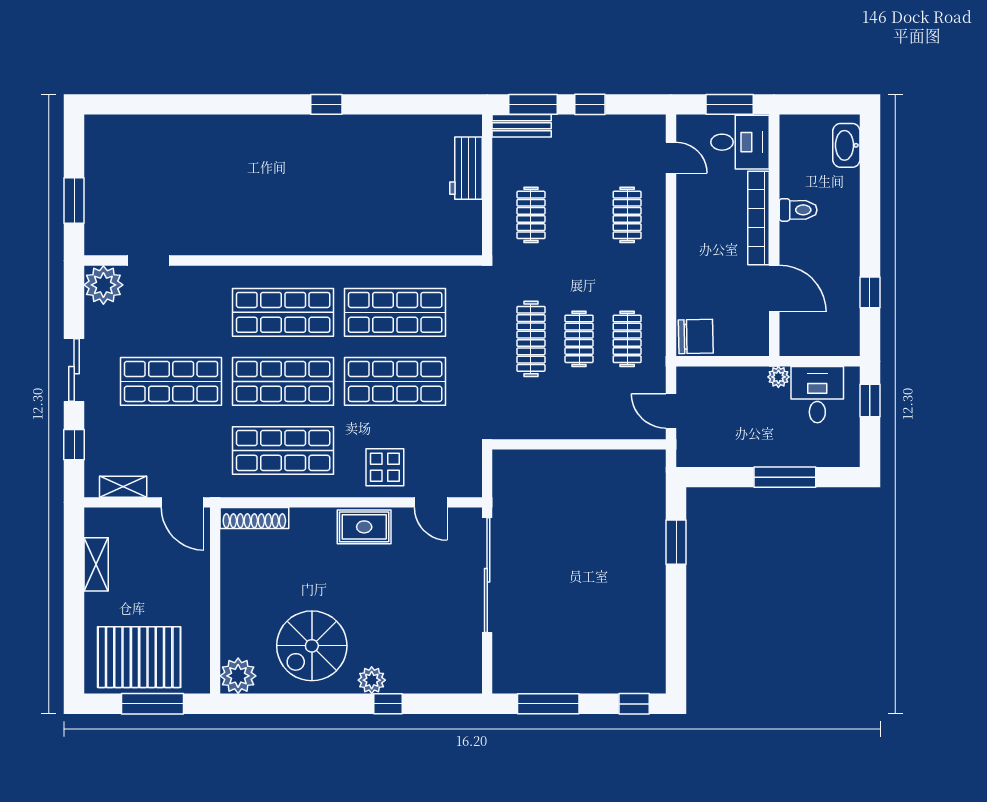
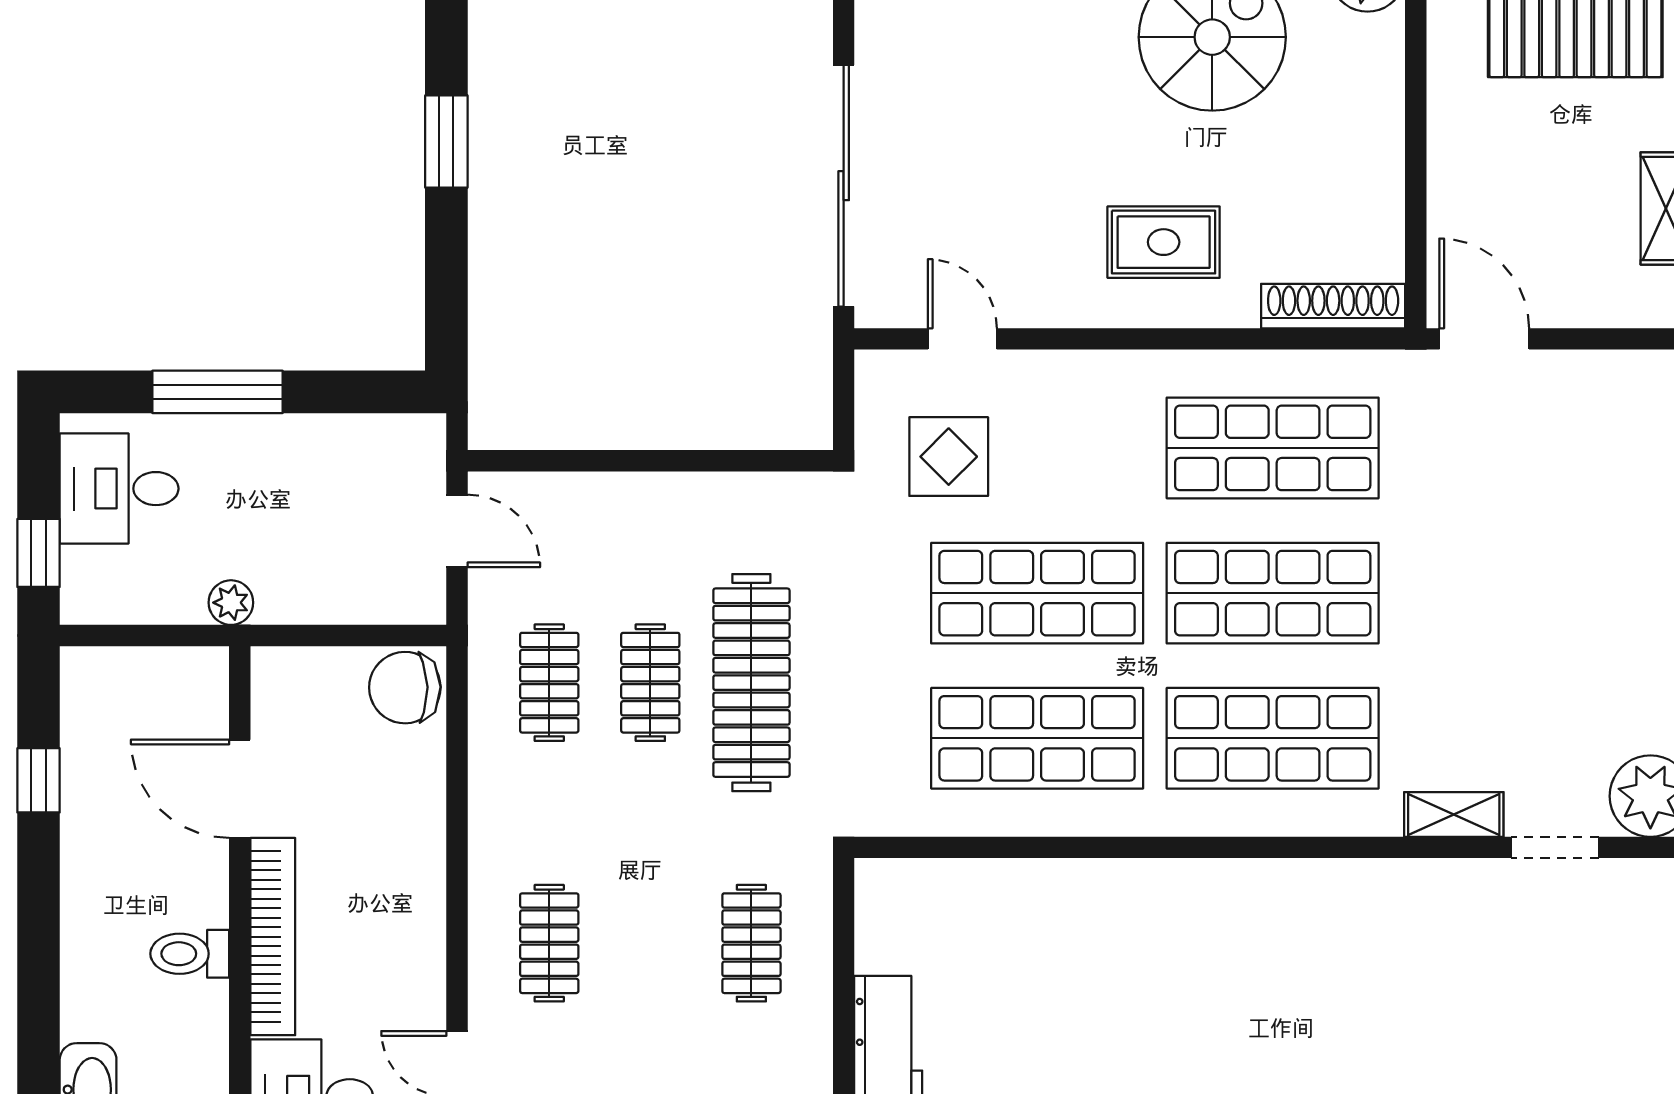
clothes rail: (531, 339) -> (751, 683), width x1.37, depth x1.31
shop shelf: (171, 381) -> (1508, 593), removed
desk: (817, 395) -> (119, 489), moved, turned 90
display table: (385, 467) -> (949, 457), moved
shelving: (123, 487) -> (1454, 814), moved
rug: (364, 527) -> (1164, 242), moved
window: (676, 542) -> (446, 141), moved

